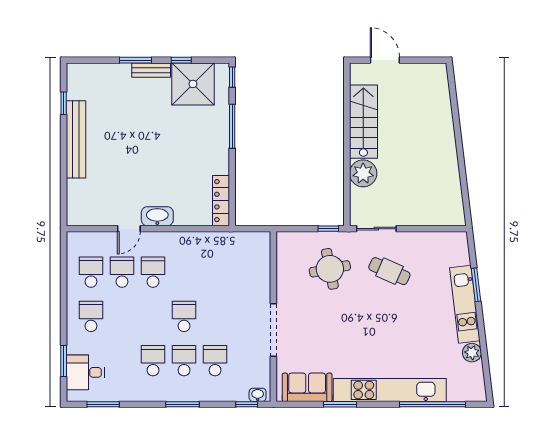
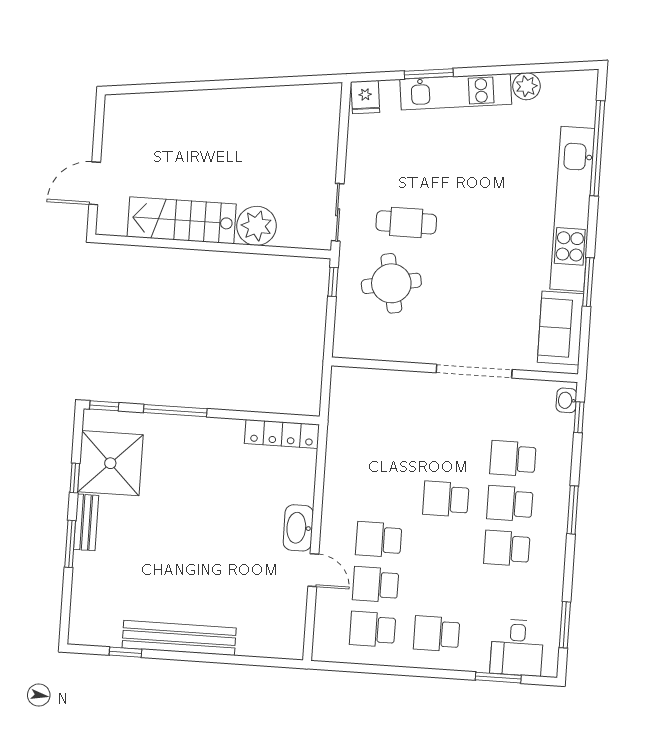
fridge: (457, 242) -> (365, 97), added
cafe table: (389, 271) -> (406, 222), moved, turned 66

